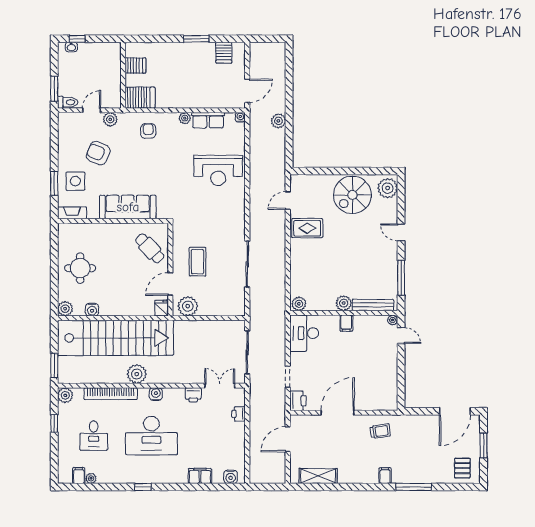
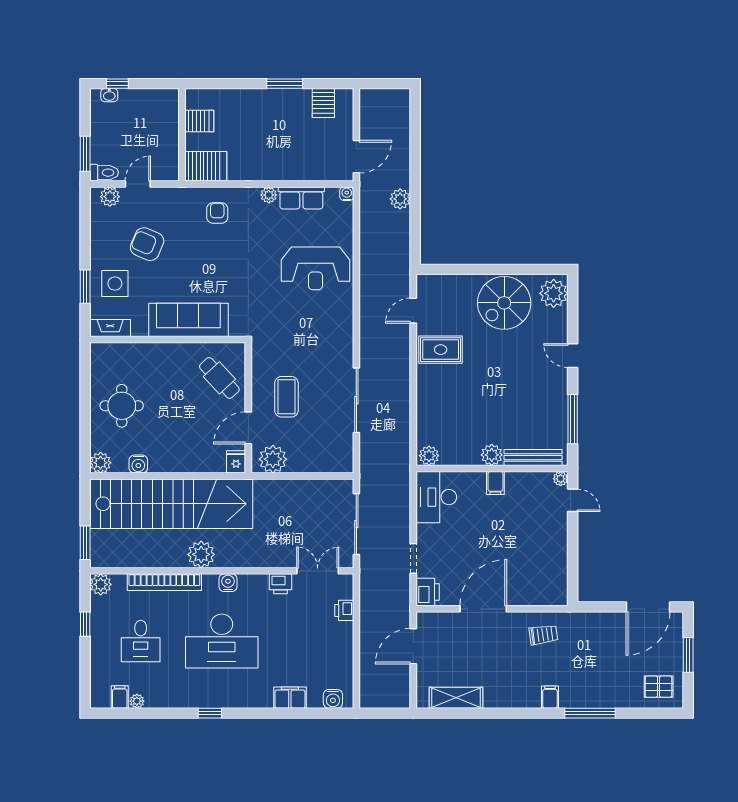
plant: (110, 119) -> (110, 197), moved
pallet: (462, 468) -> (659, 687), turned 90

